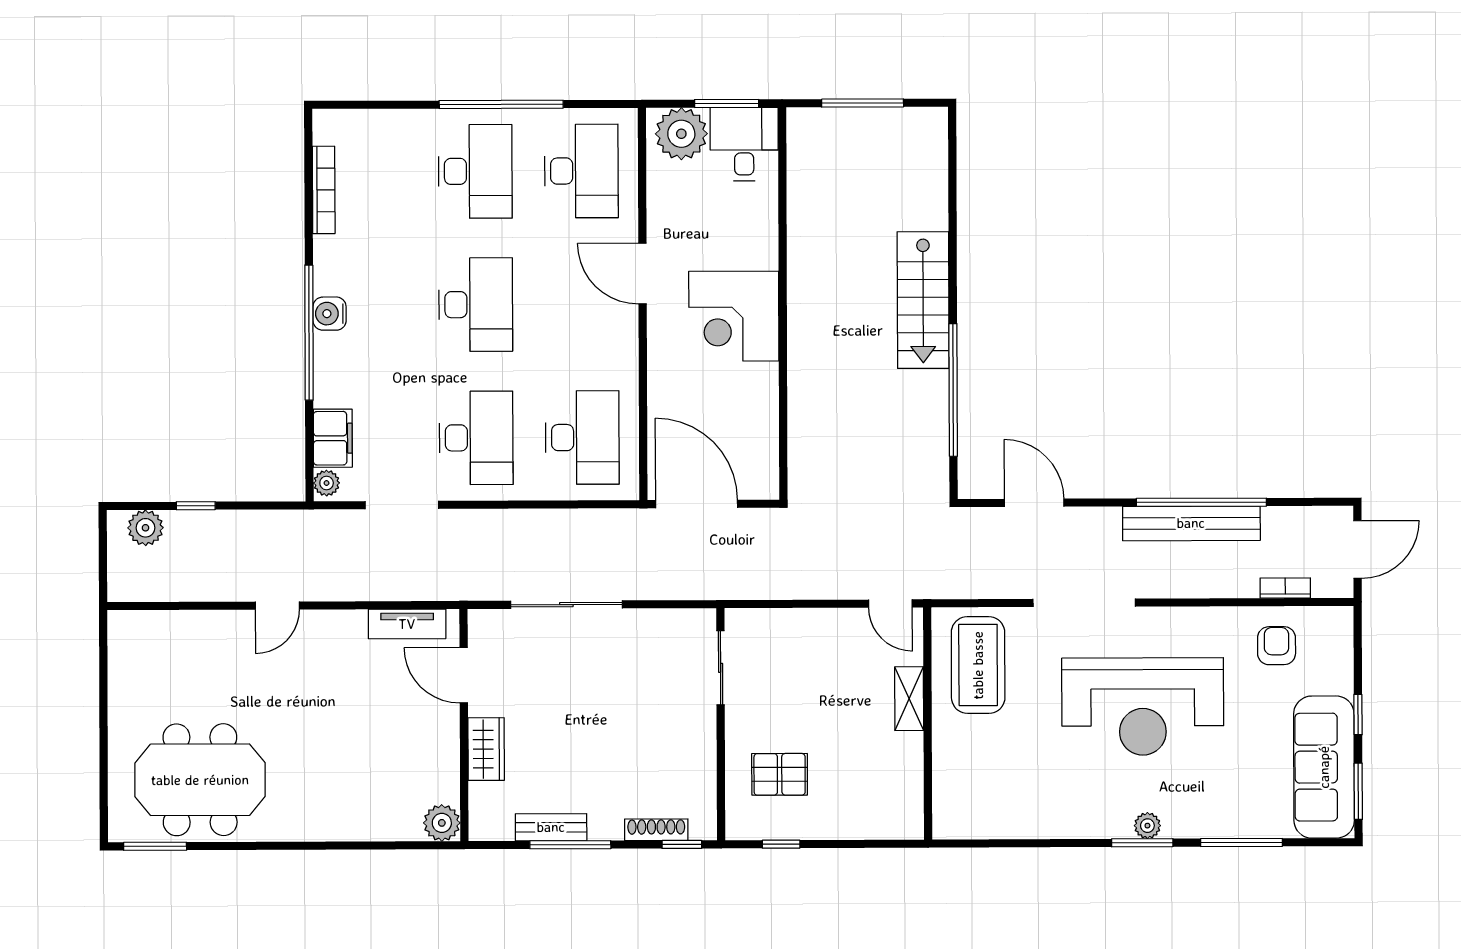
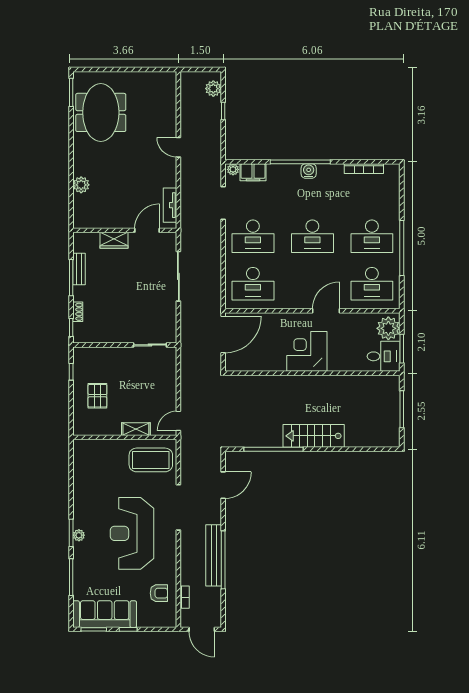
pallet: (780, 774) -> (97, 396), moved
plant: (442, 823) -> (81, 185), moved
shoe rack: (656, 830) -> (78, 312), width x0.70

